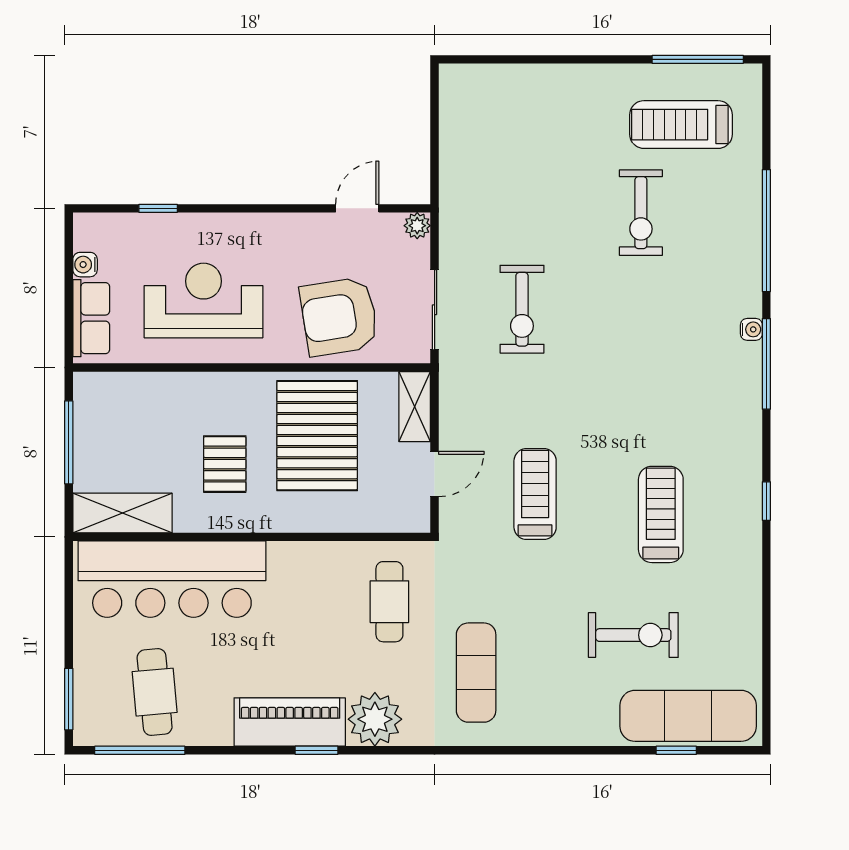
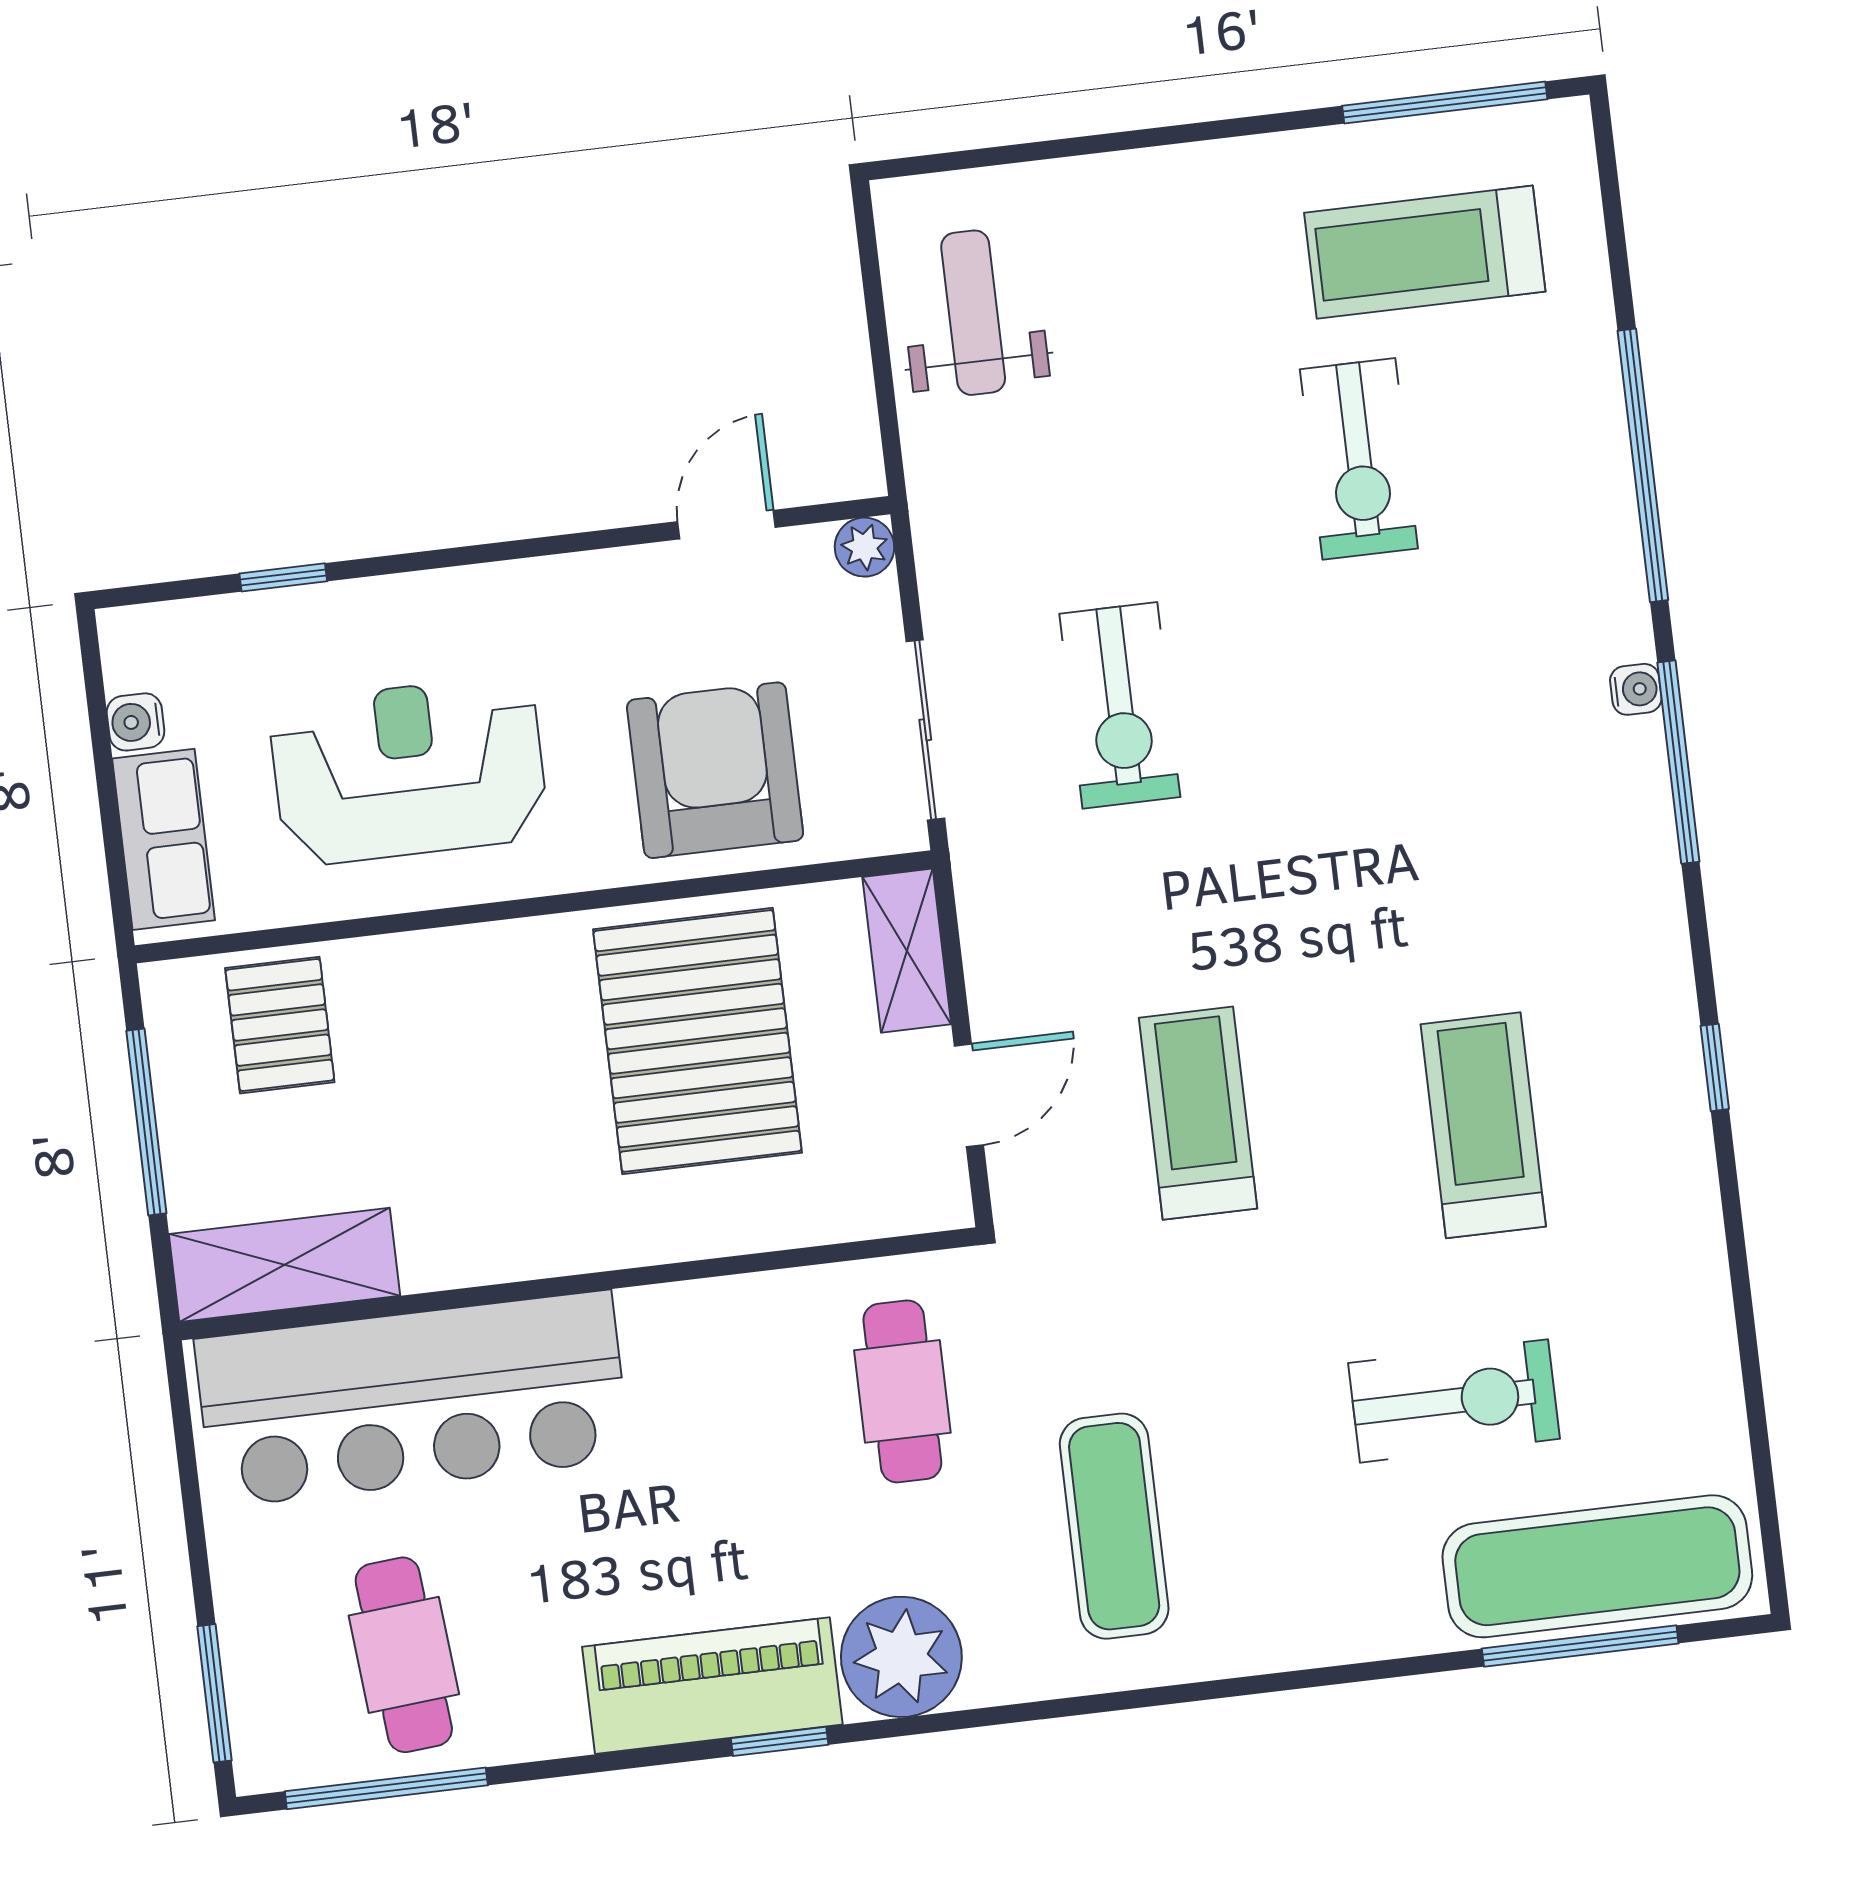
weight bench: (478, 127) -> (973, 313), added
armchair: (339, 317) -> (715, 770), turned 99
pallet: (225, 464) -> (280, 1025), moved
window: (676, 750) -> (1580, 1646), width x2.17

